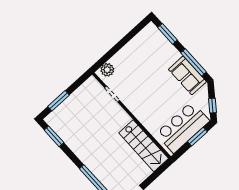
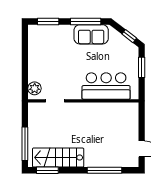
window: (59, 101) -> (25, 144), width x1.44
bar counter: (183, 127) -> (106, 86), moved, turned 90
stairs: (144, 146) -> (58, 158), moved, turned 180

